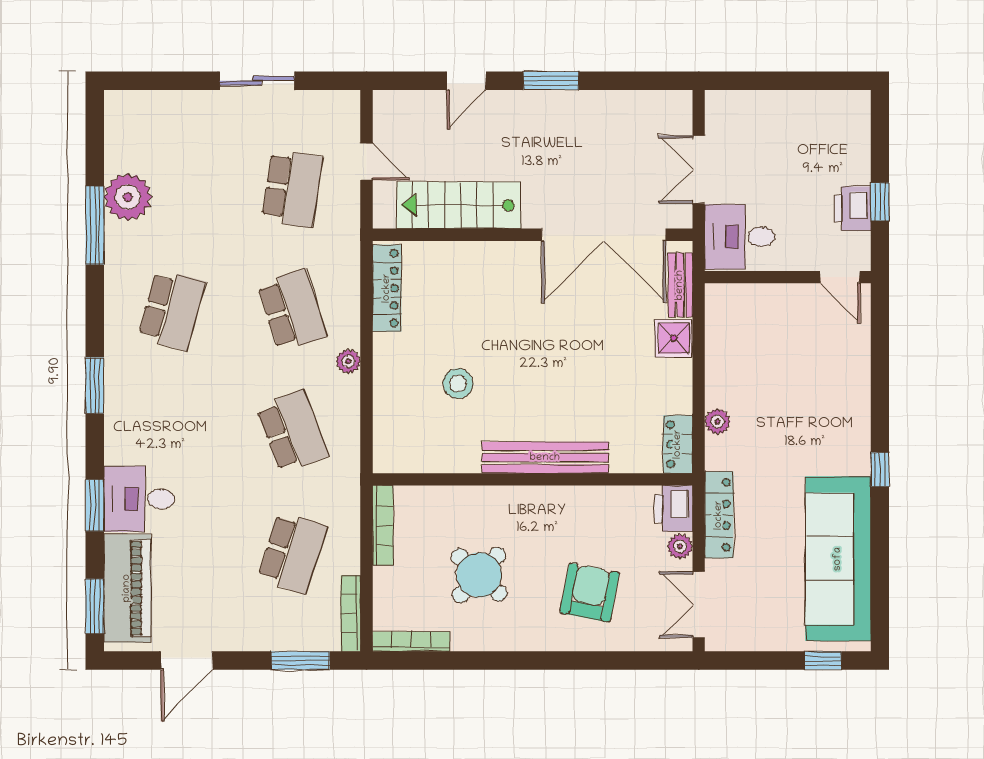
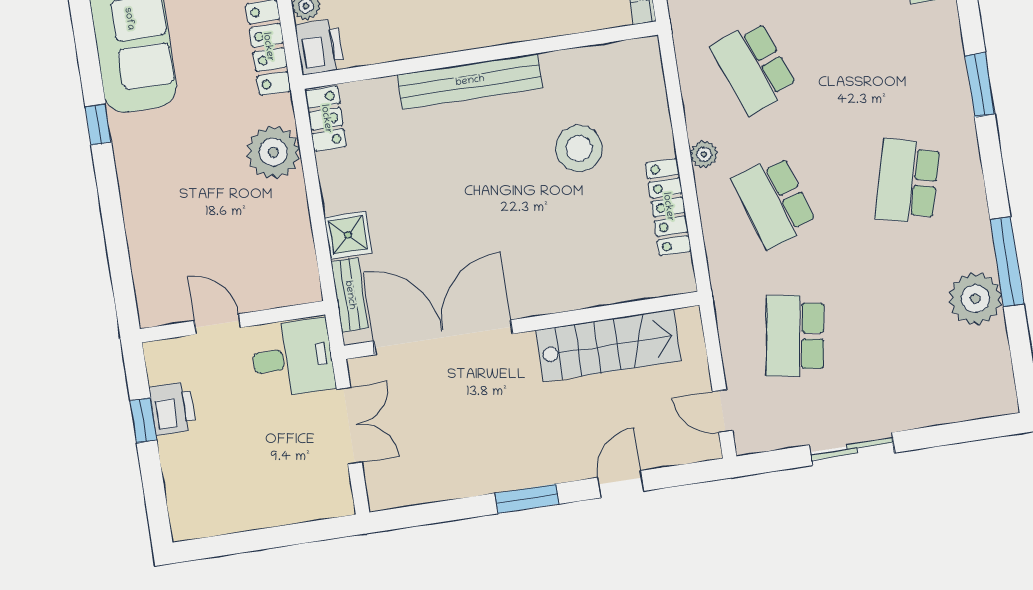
door: (366, 162) -> (723, 411), moved
door: (840, 277) -> (217, 324), moved
locker: (387, 288) -> (668, 207), moved
stool: (458, 384) -> (579, 148), width x1.38, depth x1.38
plant: (717, 421) -> (273, 152), width x1.88, depth x1.88

